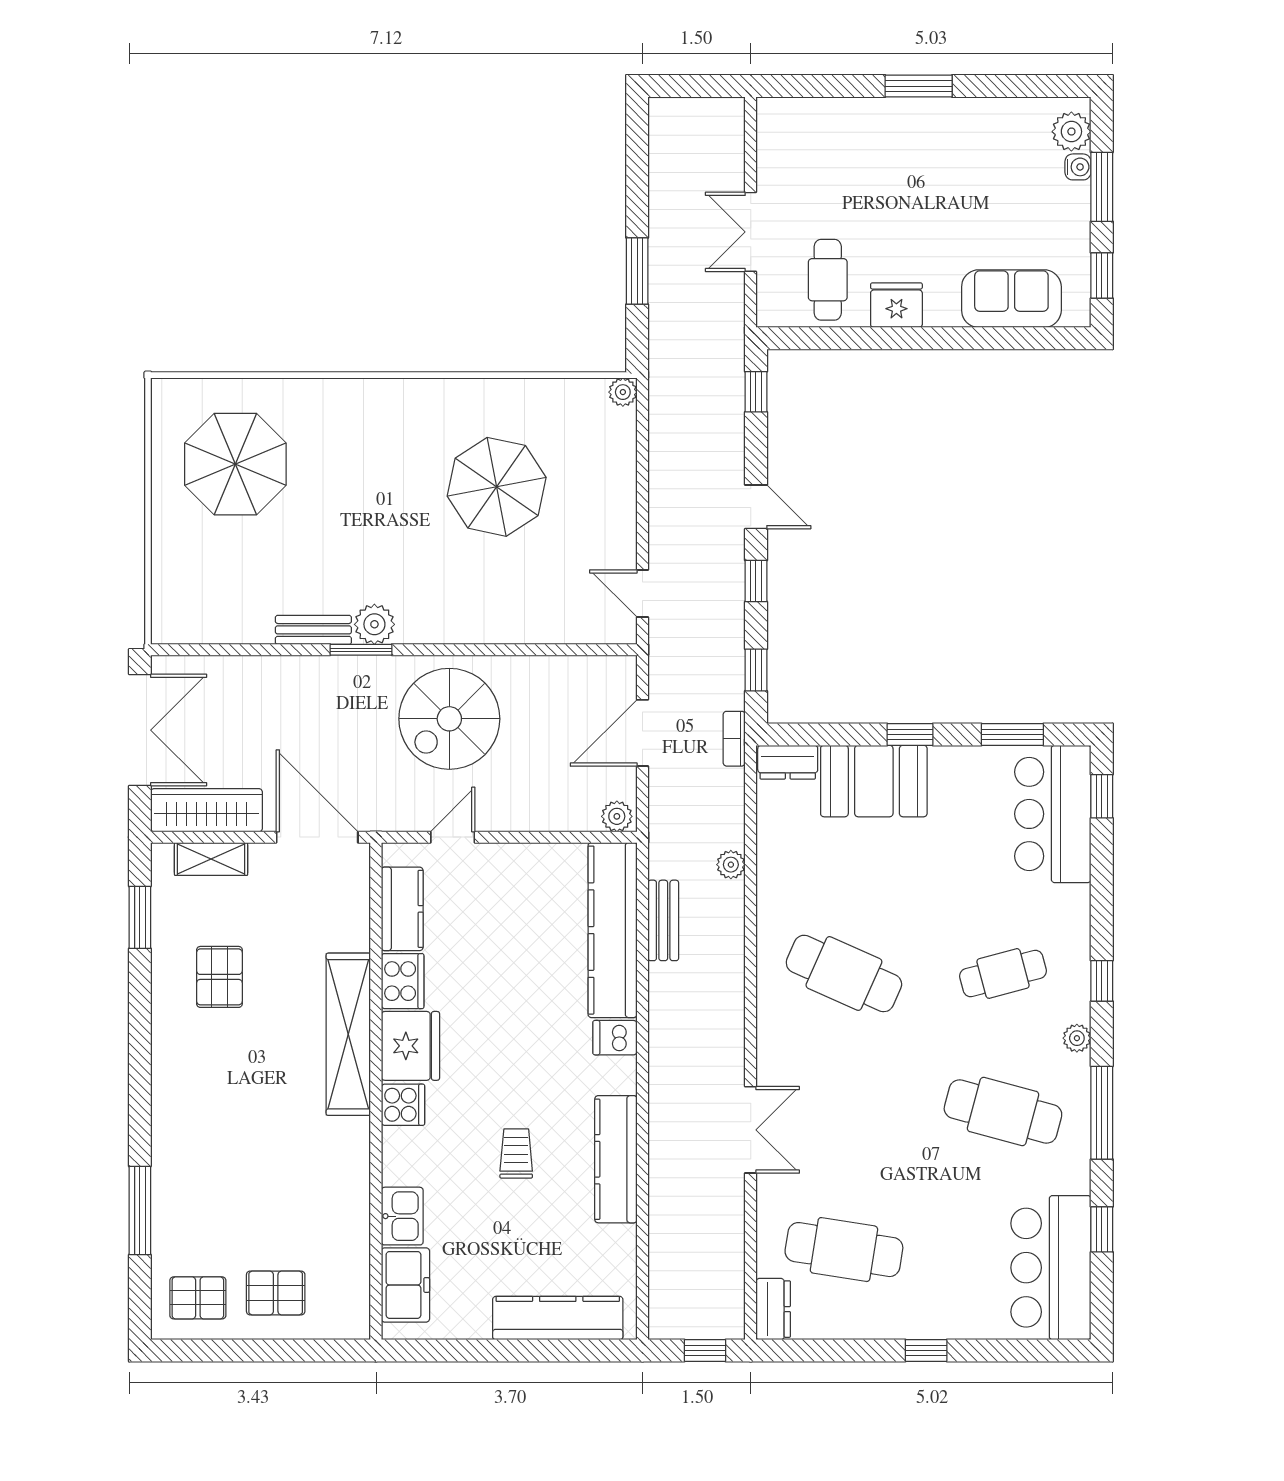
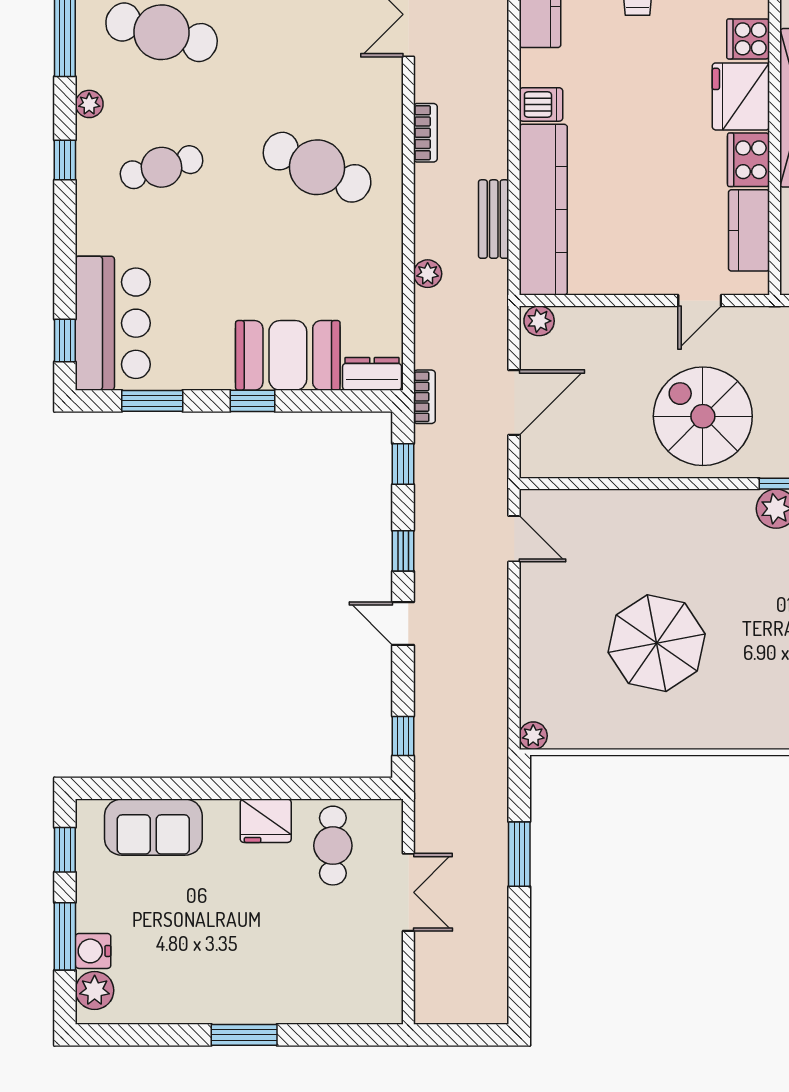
water cooler: (1078, 167) -> (93, 951), width x1.38, depth x1.38
spiral stairs: (449, 719) -> (703, 416), turned -90
bookcase: (733, 1009) -> (425, 133), added

